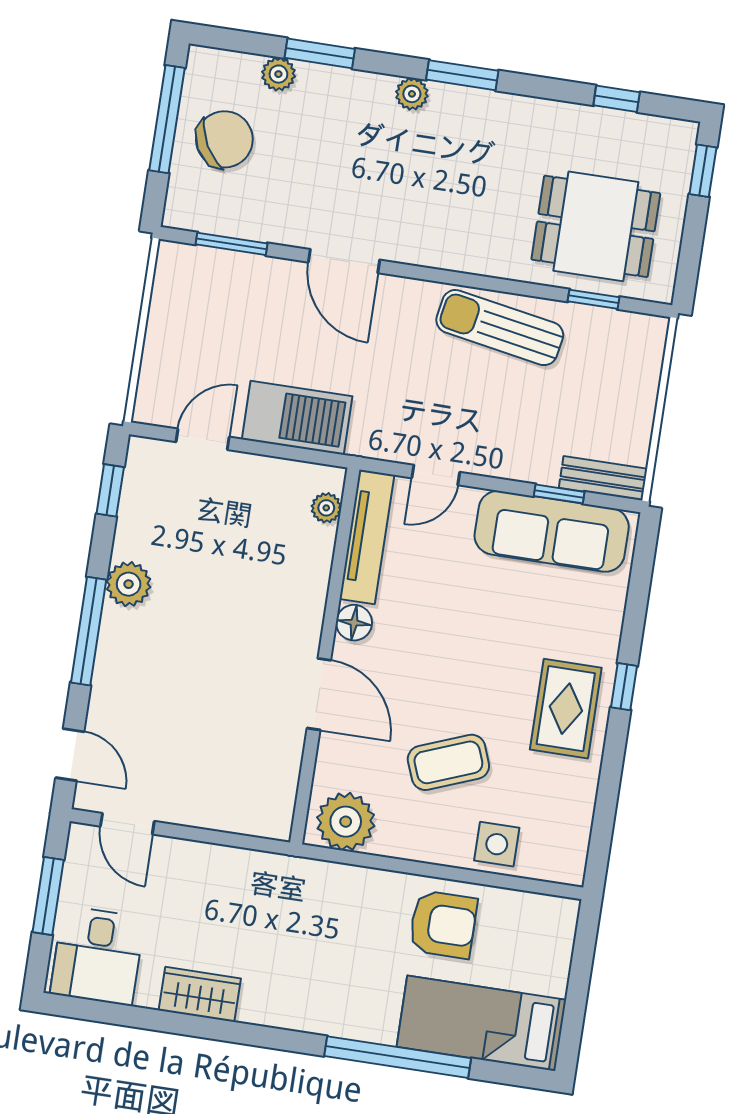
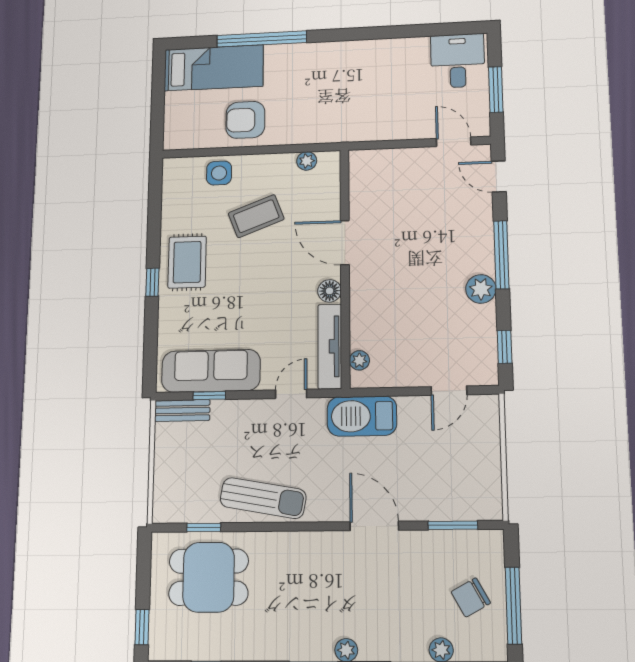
chair: (224, 139) -> (471, 597), width x0.73, depth x0.73
barbecue: (297, 418) -> (362, 416), moved
plant: (346, 822) -> (307, 161), width x0.53, depth x0.53
wardrobe: (200, 994) -> (389, 51), removed

